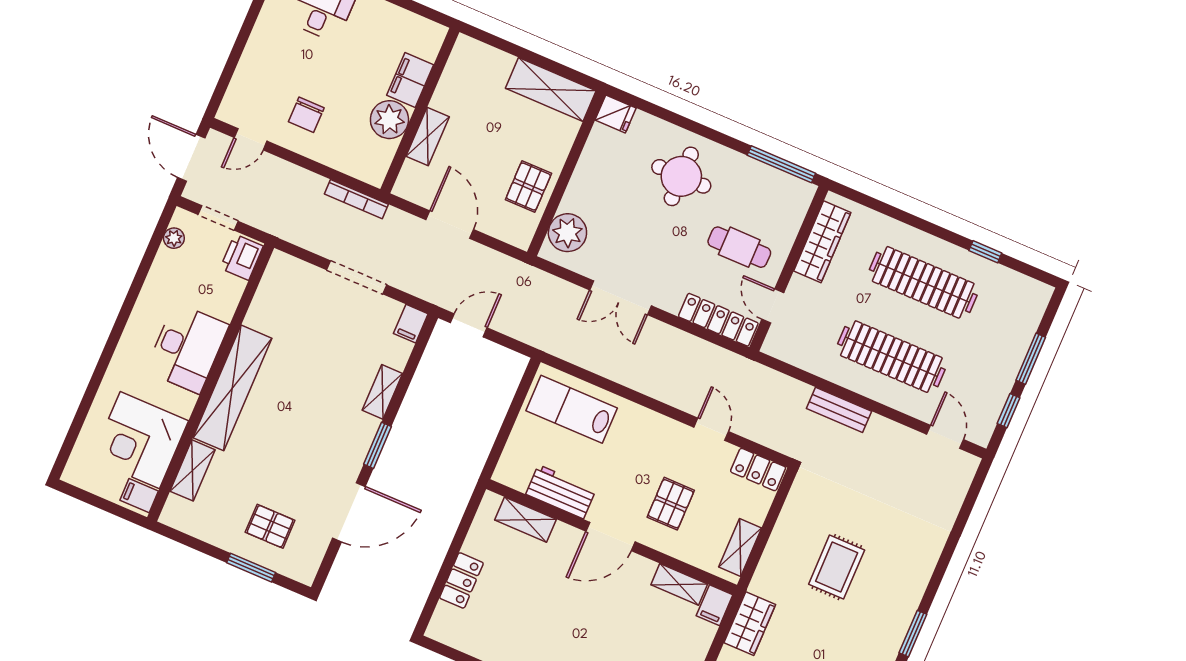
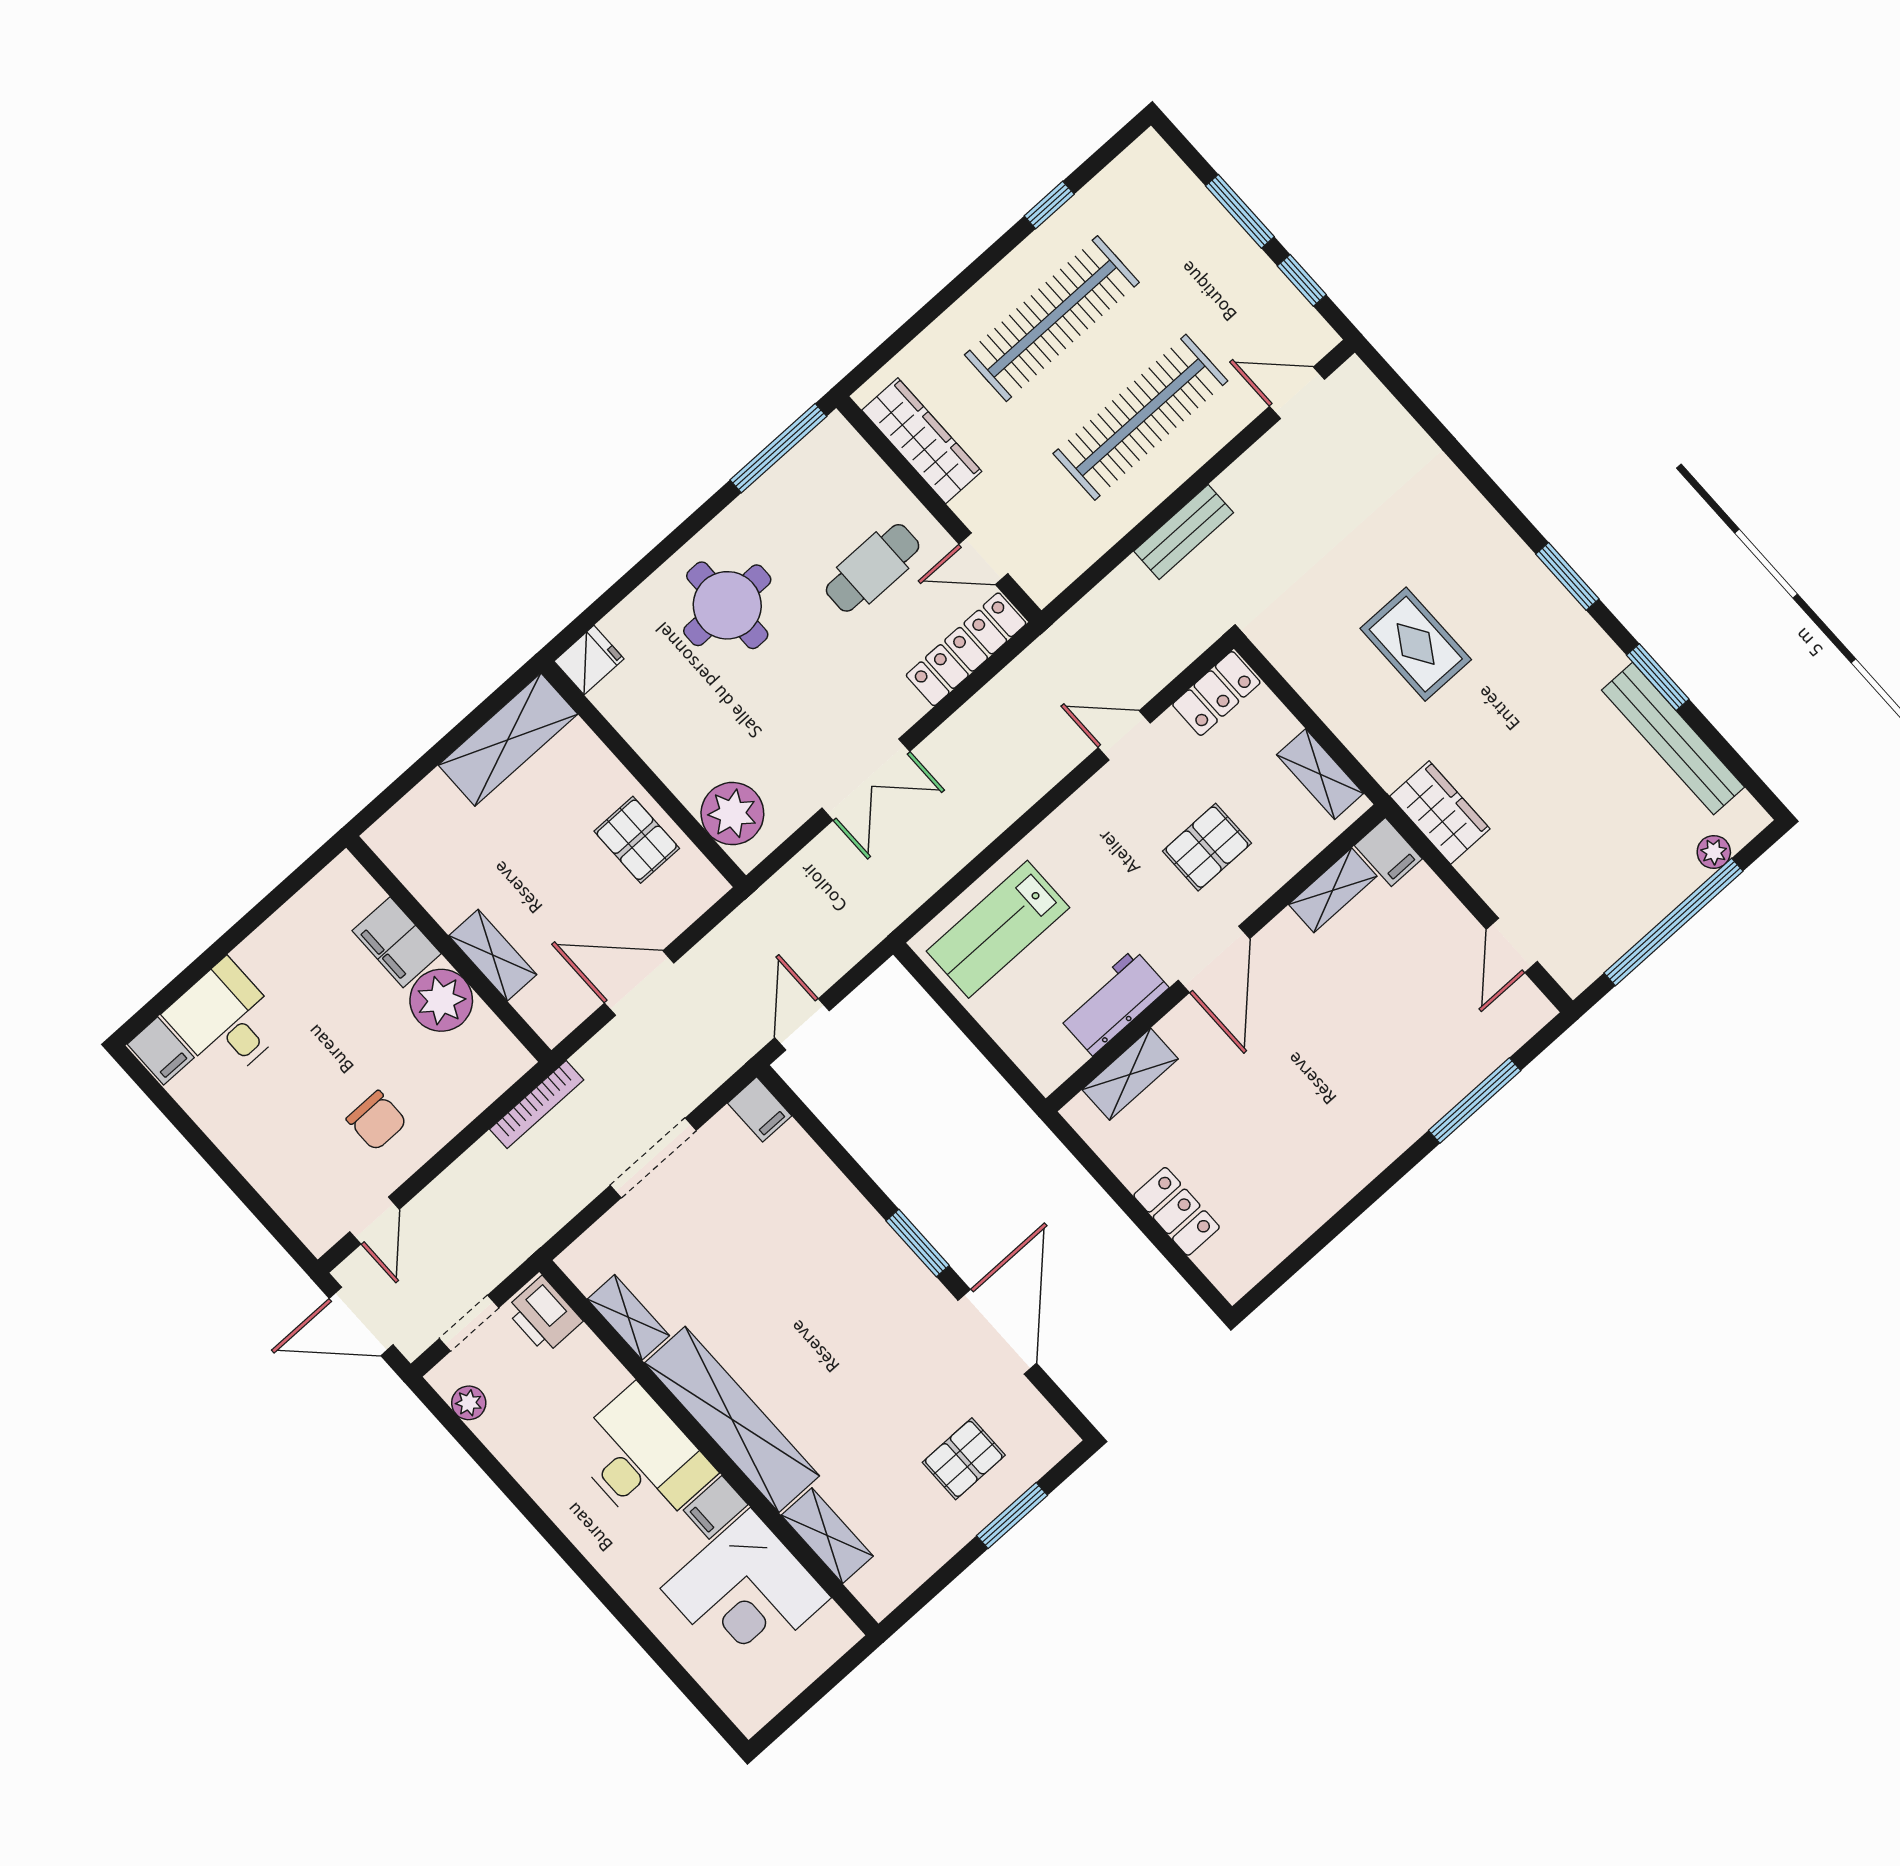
shelving: (382, 392) -> (628, 1317), moved
filing cabinet: (139, 496) -> (716, 1507), moved
pallet: (671, 504) -> (1207, 847), turned 90

